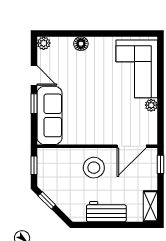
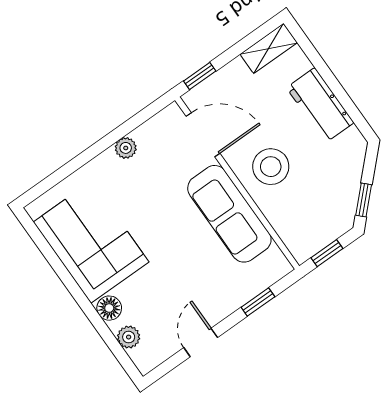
plant: (44, 43) -> (129, 337), moved
corner sofa: (137, 69) -> (91, 242), moved, turned -90
window: (34, 104) -> (258, 302), moved
sofa: (50, 115) -> (229, 214), moved, turned -90

